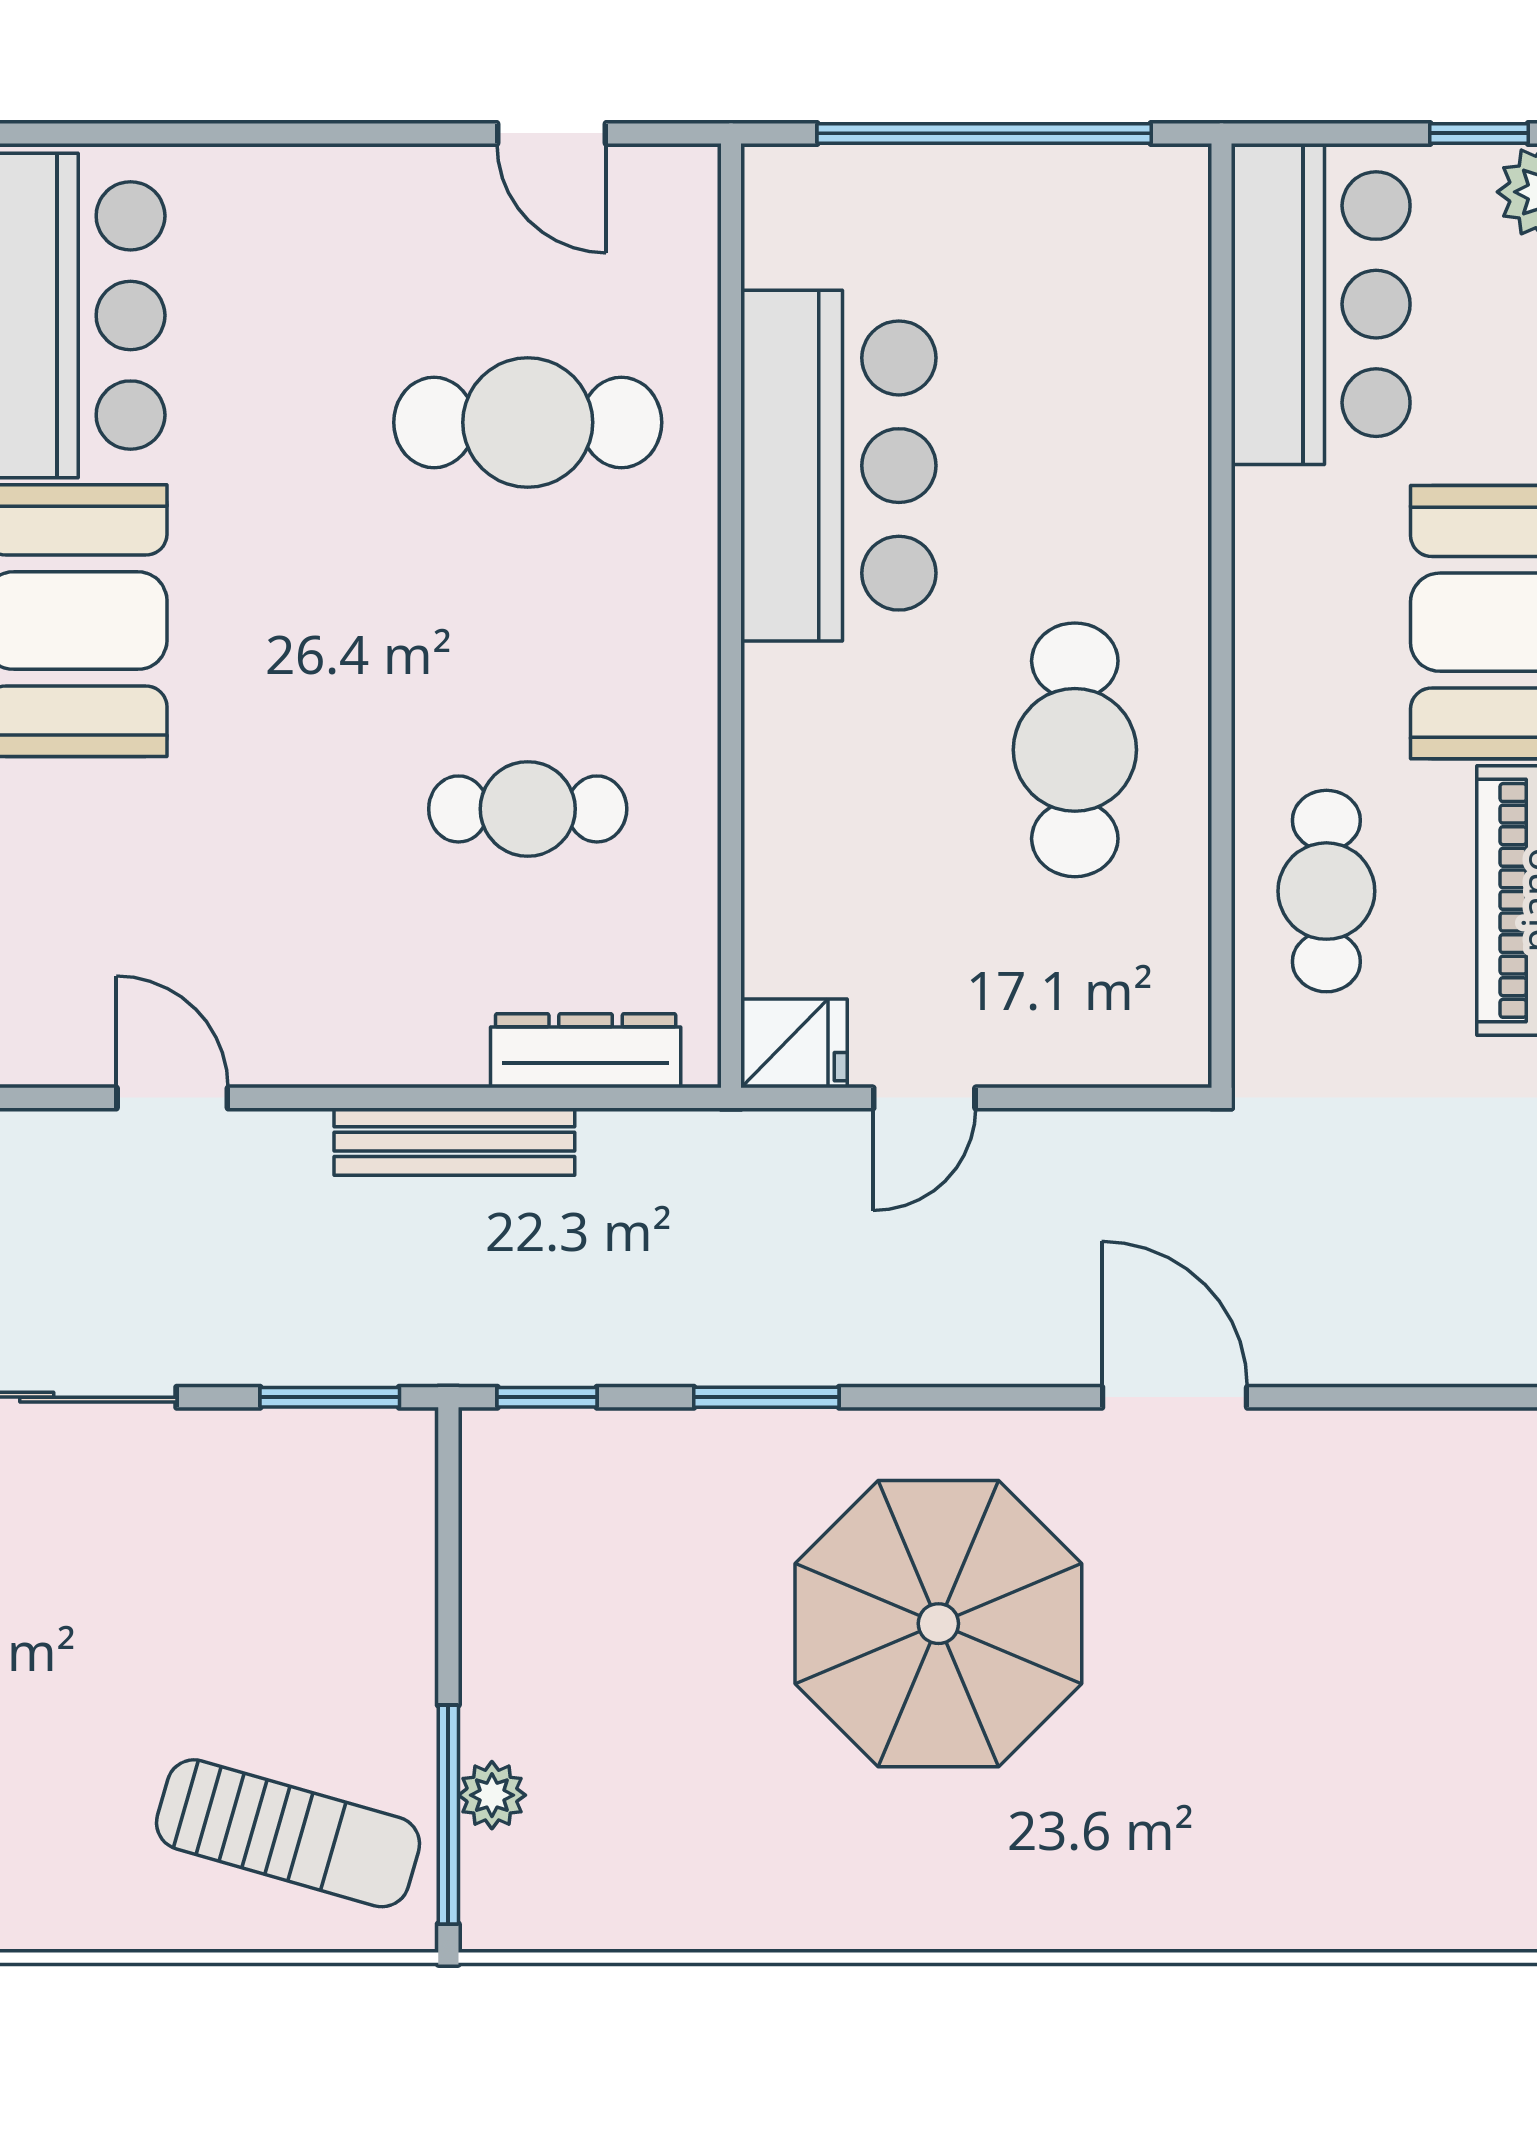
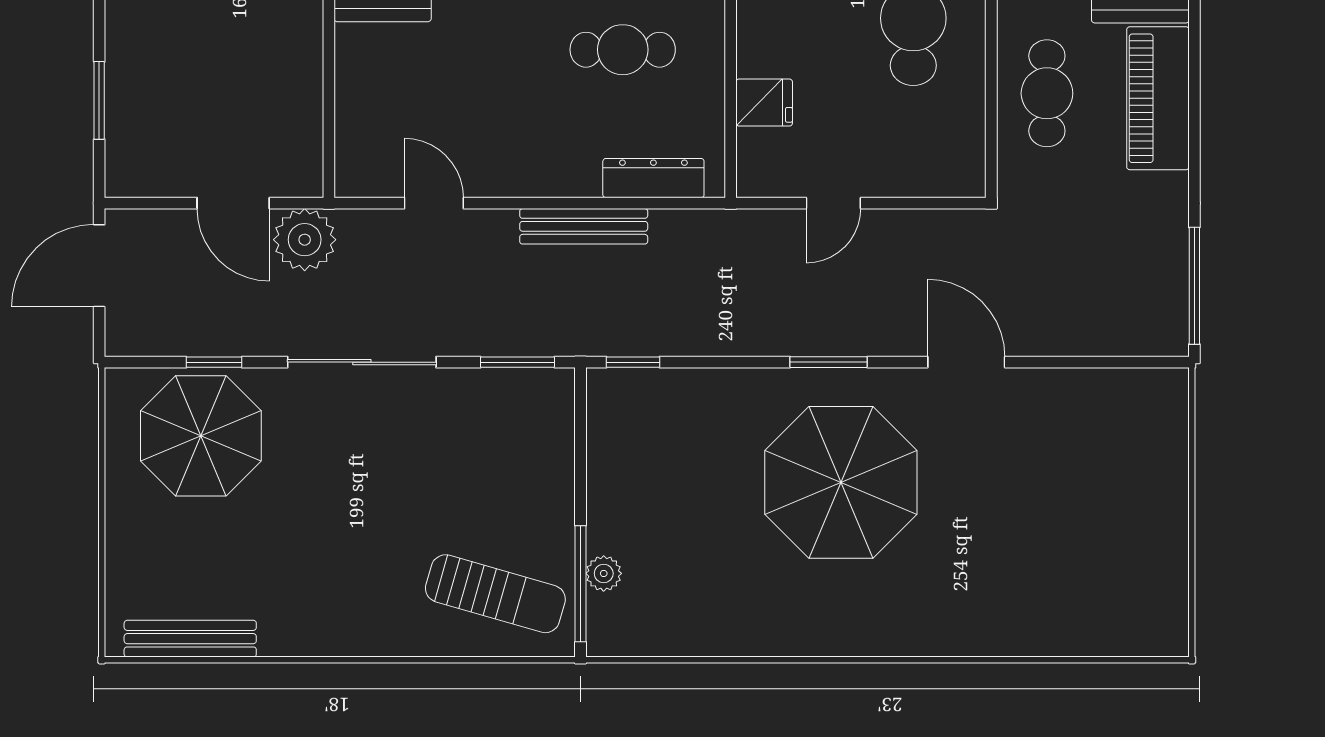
fridge: (794, 1043) -> (764, 103), moved
window: (766, 1397) -> (829, 362), moved

